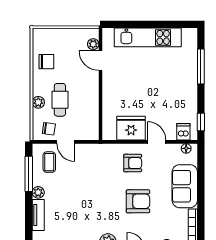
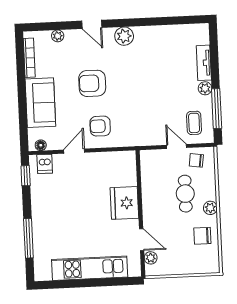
plant: (38, 102) -> (210, 208), moved
fridge: (131, 128) -> (124, 203), moved, turned 90
door: (157, 142) -> (74, 151), swing flipped

